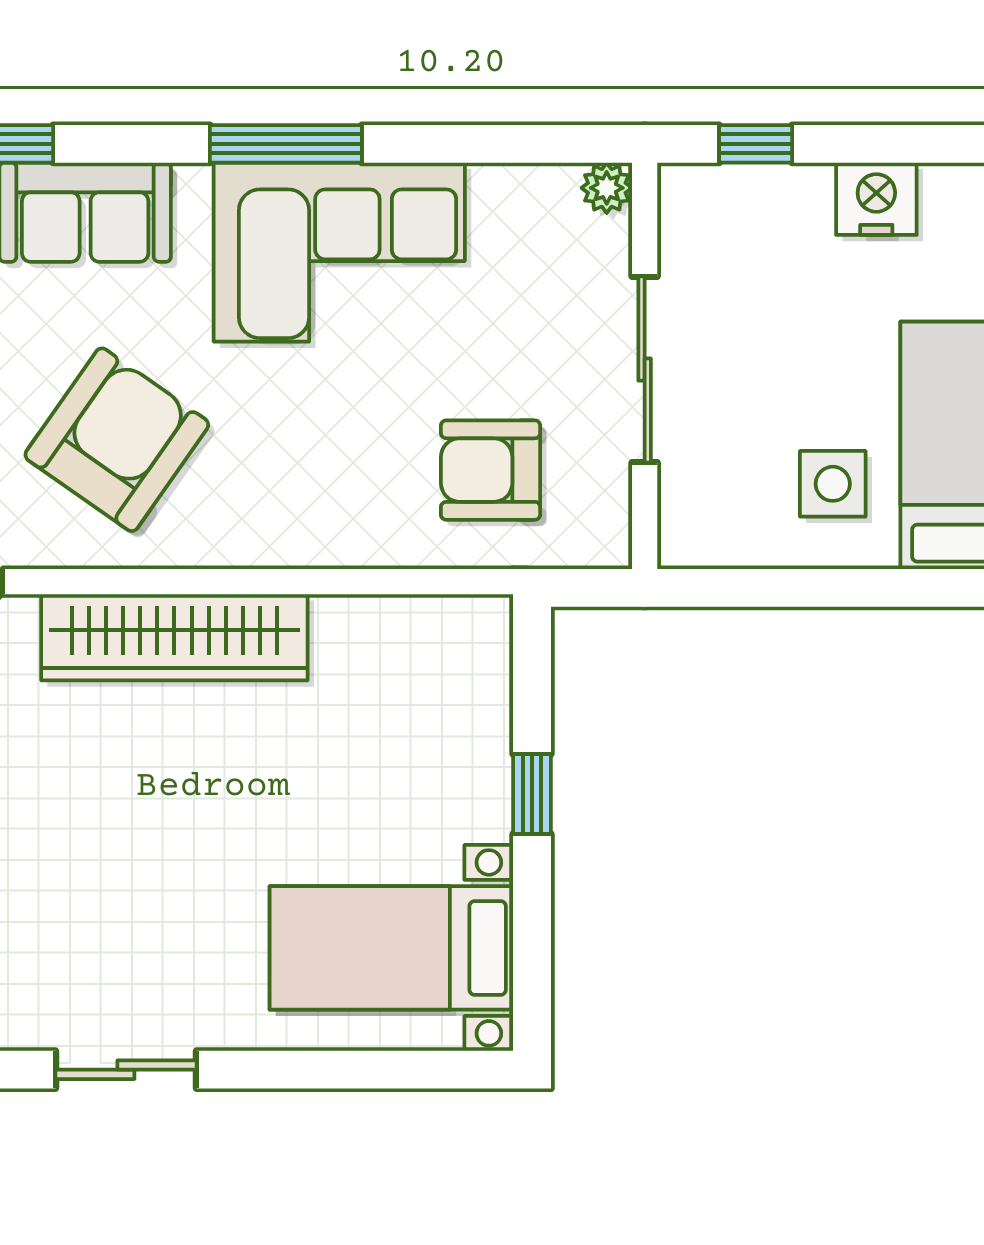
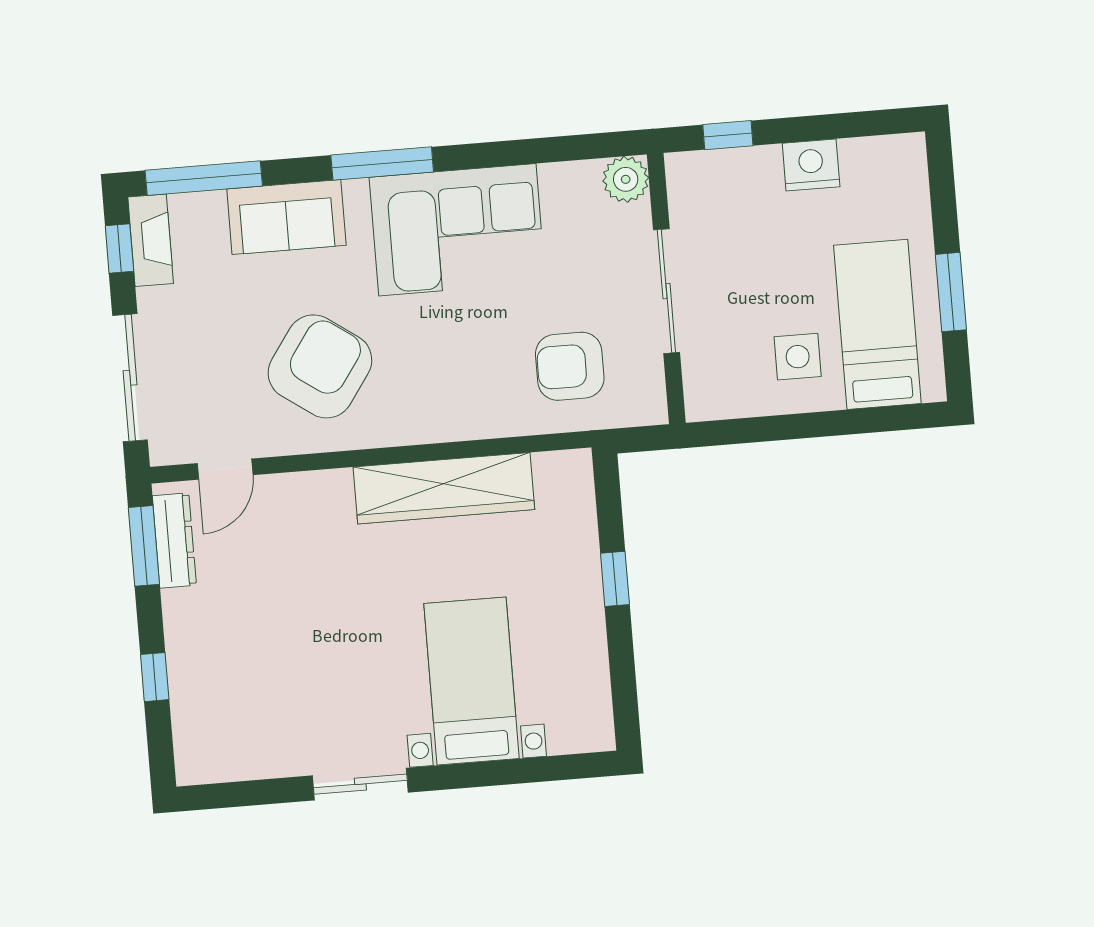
window: (286, 144) -> (382, 164), moved
plant: (607, 188) -> (626, 179), width x1.38, depth x1.38
wardrobe: (174, 637) -> (444, 488), moved
bed with nightstands: (391, 948) -> (471, 681), moved, turned 90

